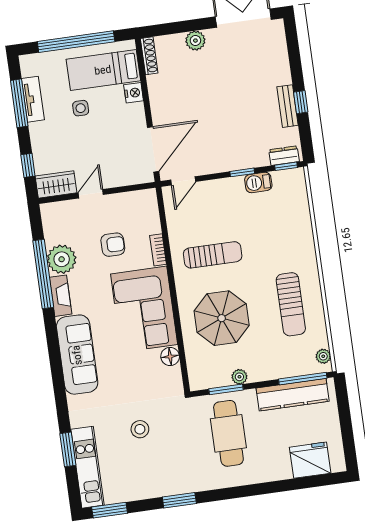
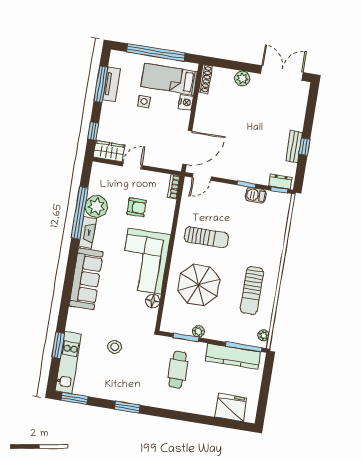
bookcase: (158, 250) -> (174, 187), moved
cafe table: (228, 433) -> (178, 370), width x0.73, depth x0.74

